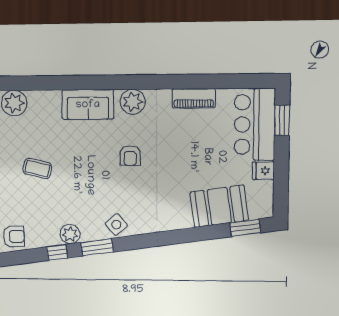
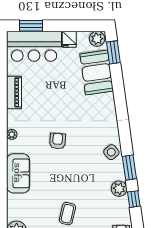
plant: (133, 102) -> (12, 134), width x0.53, depth x0.53
armchair: (130, 156) -> (58, 141), turned -86
plant: (264, 207) -> (97, 39), added

